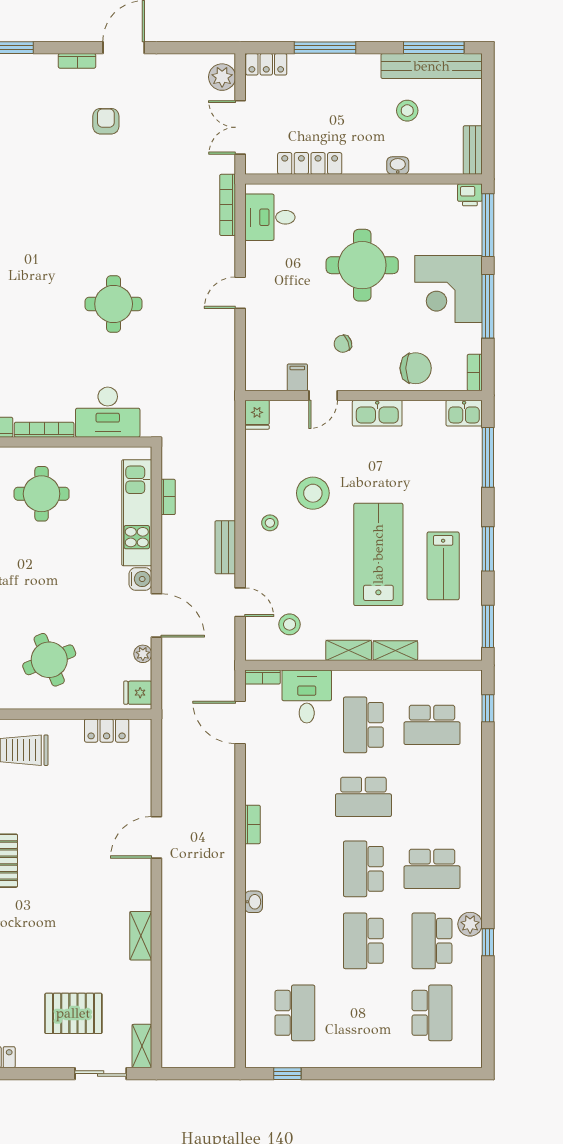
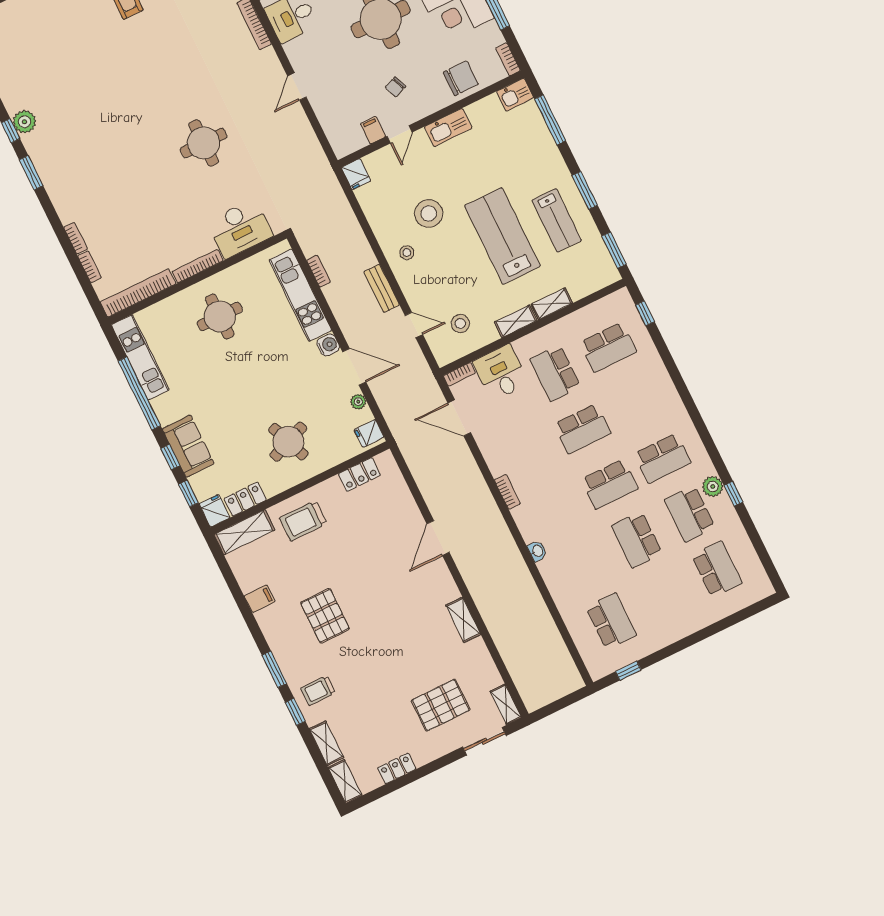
school desk: (363, 869) -> (610, 484), turned -90

